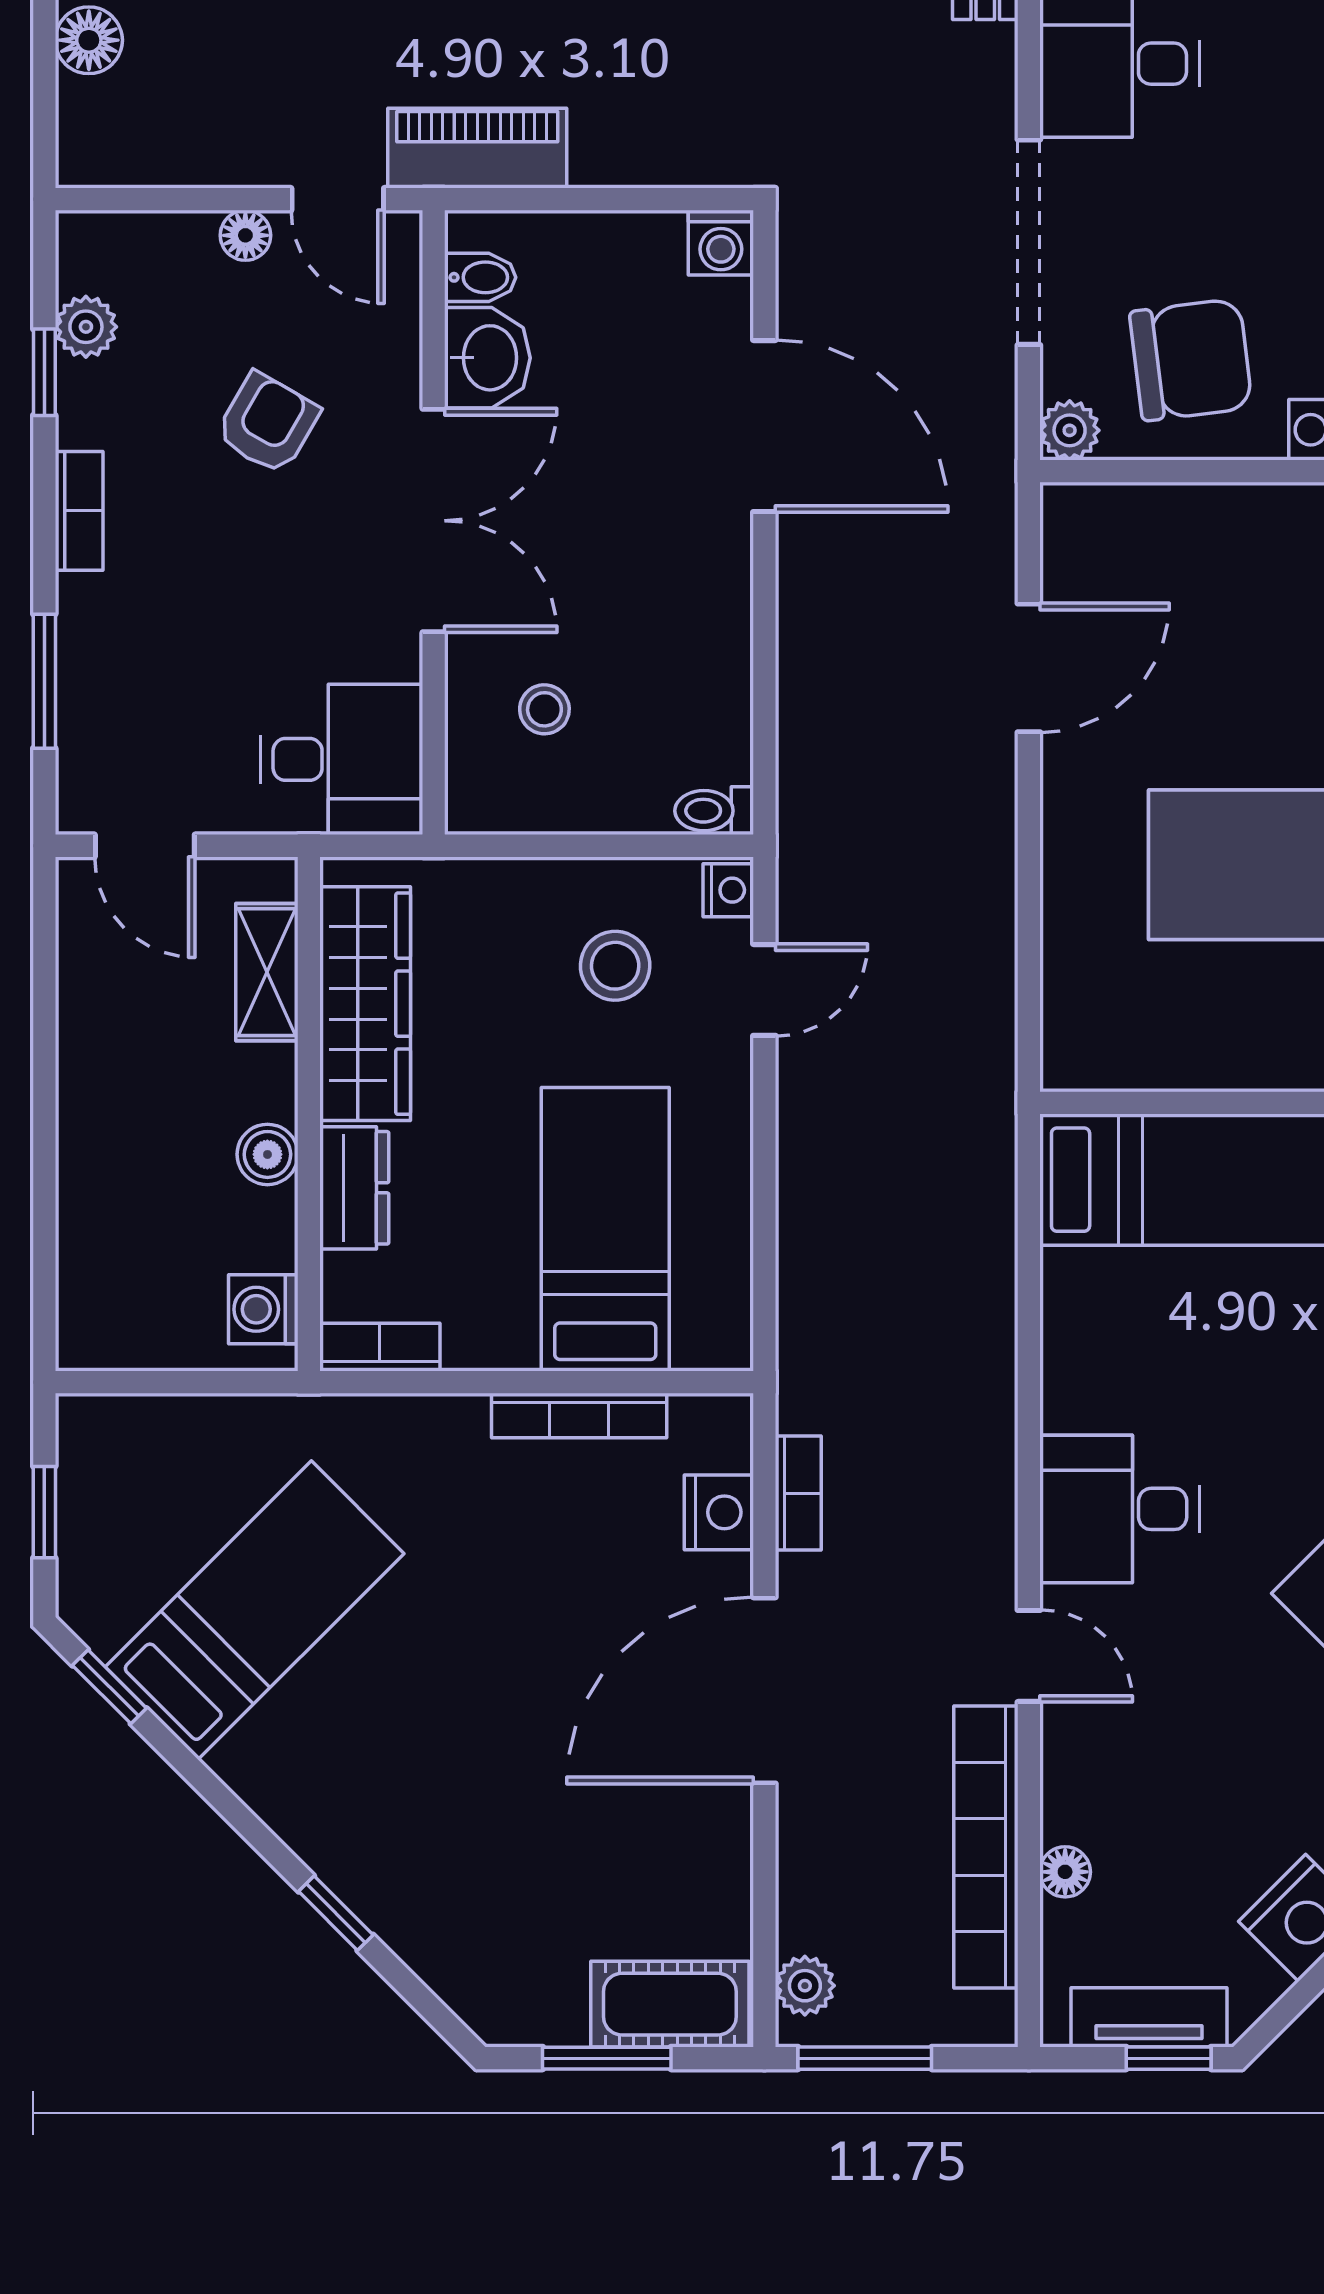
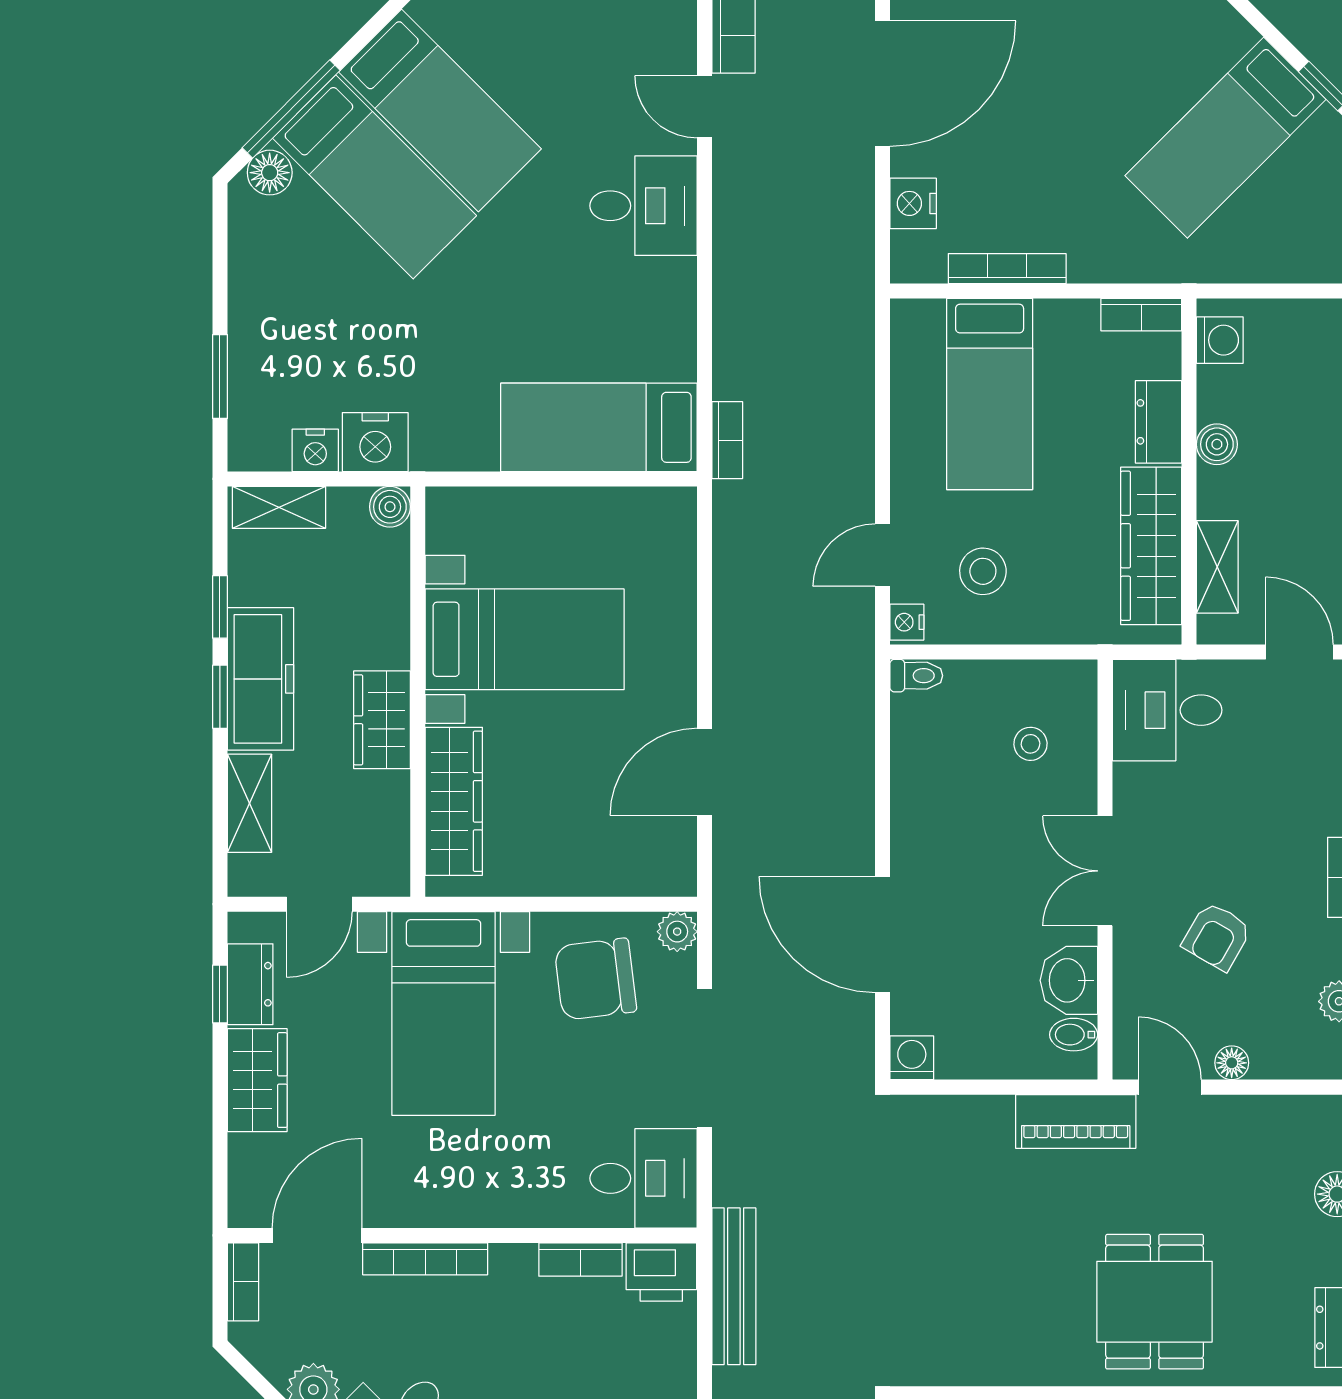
double door: (434, 521) -> (1105, 871), width x0.73
bookcase: (798, 1493) -> (727, 440), moved, turned 180

